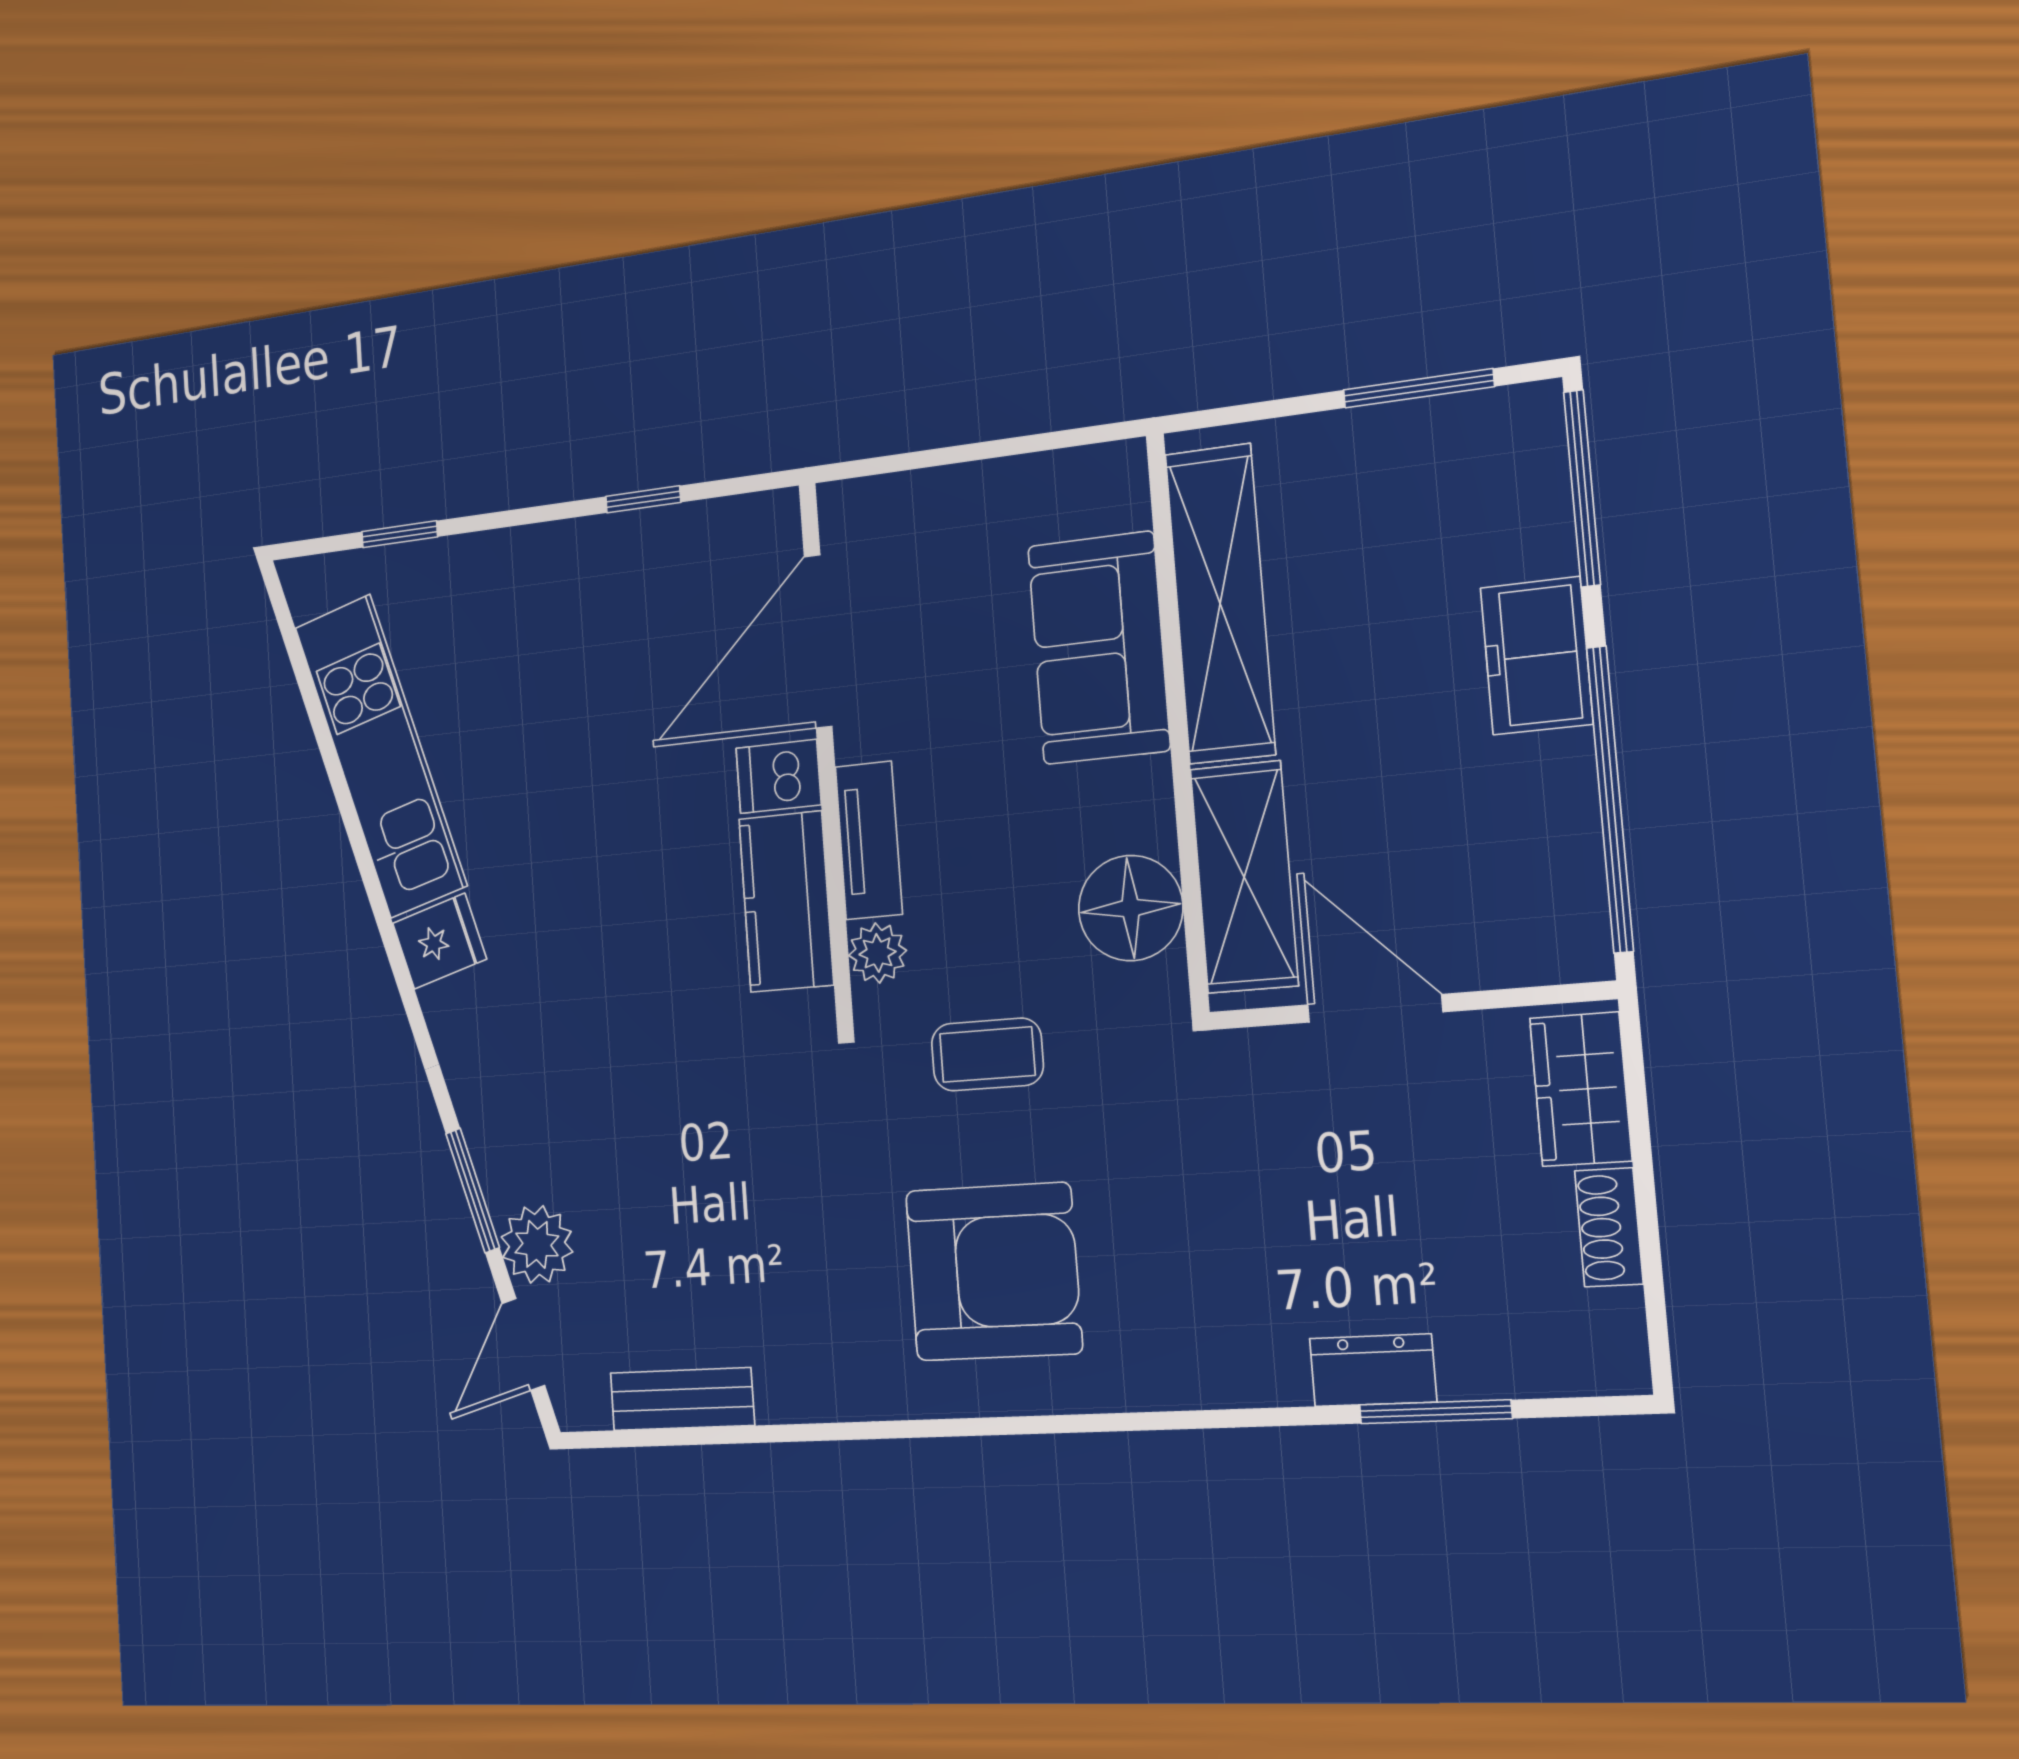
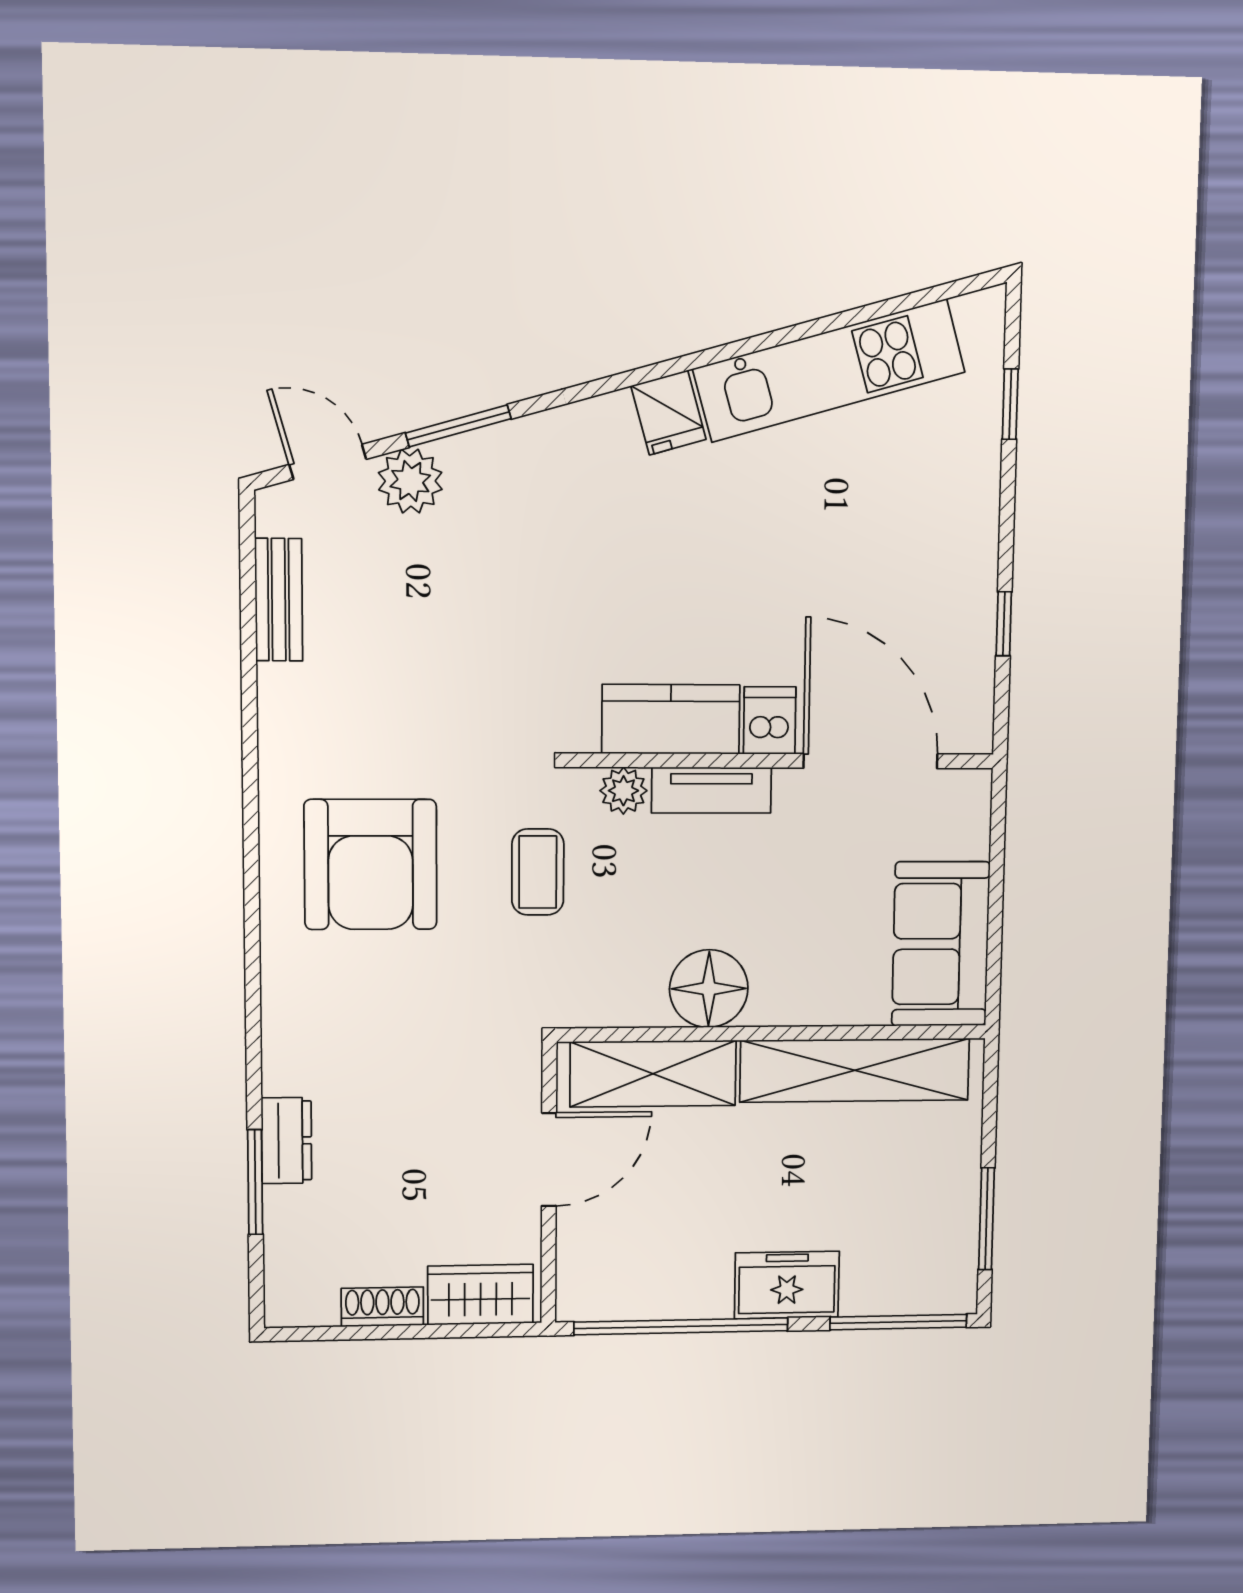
sofa: (1099, 648) -> (941, 944), moved, turned -90
floor lamp: (1131, 908) -> (709, 989), moved

